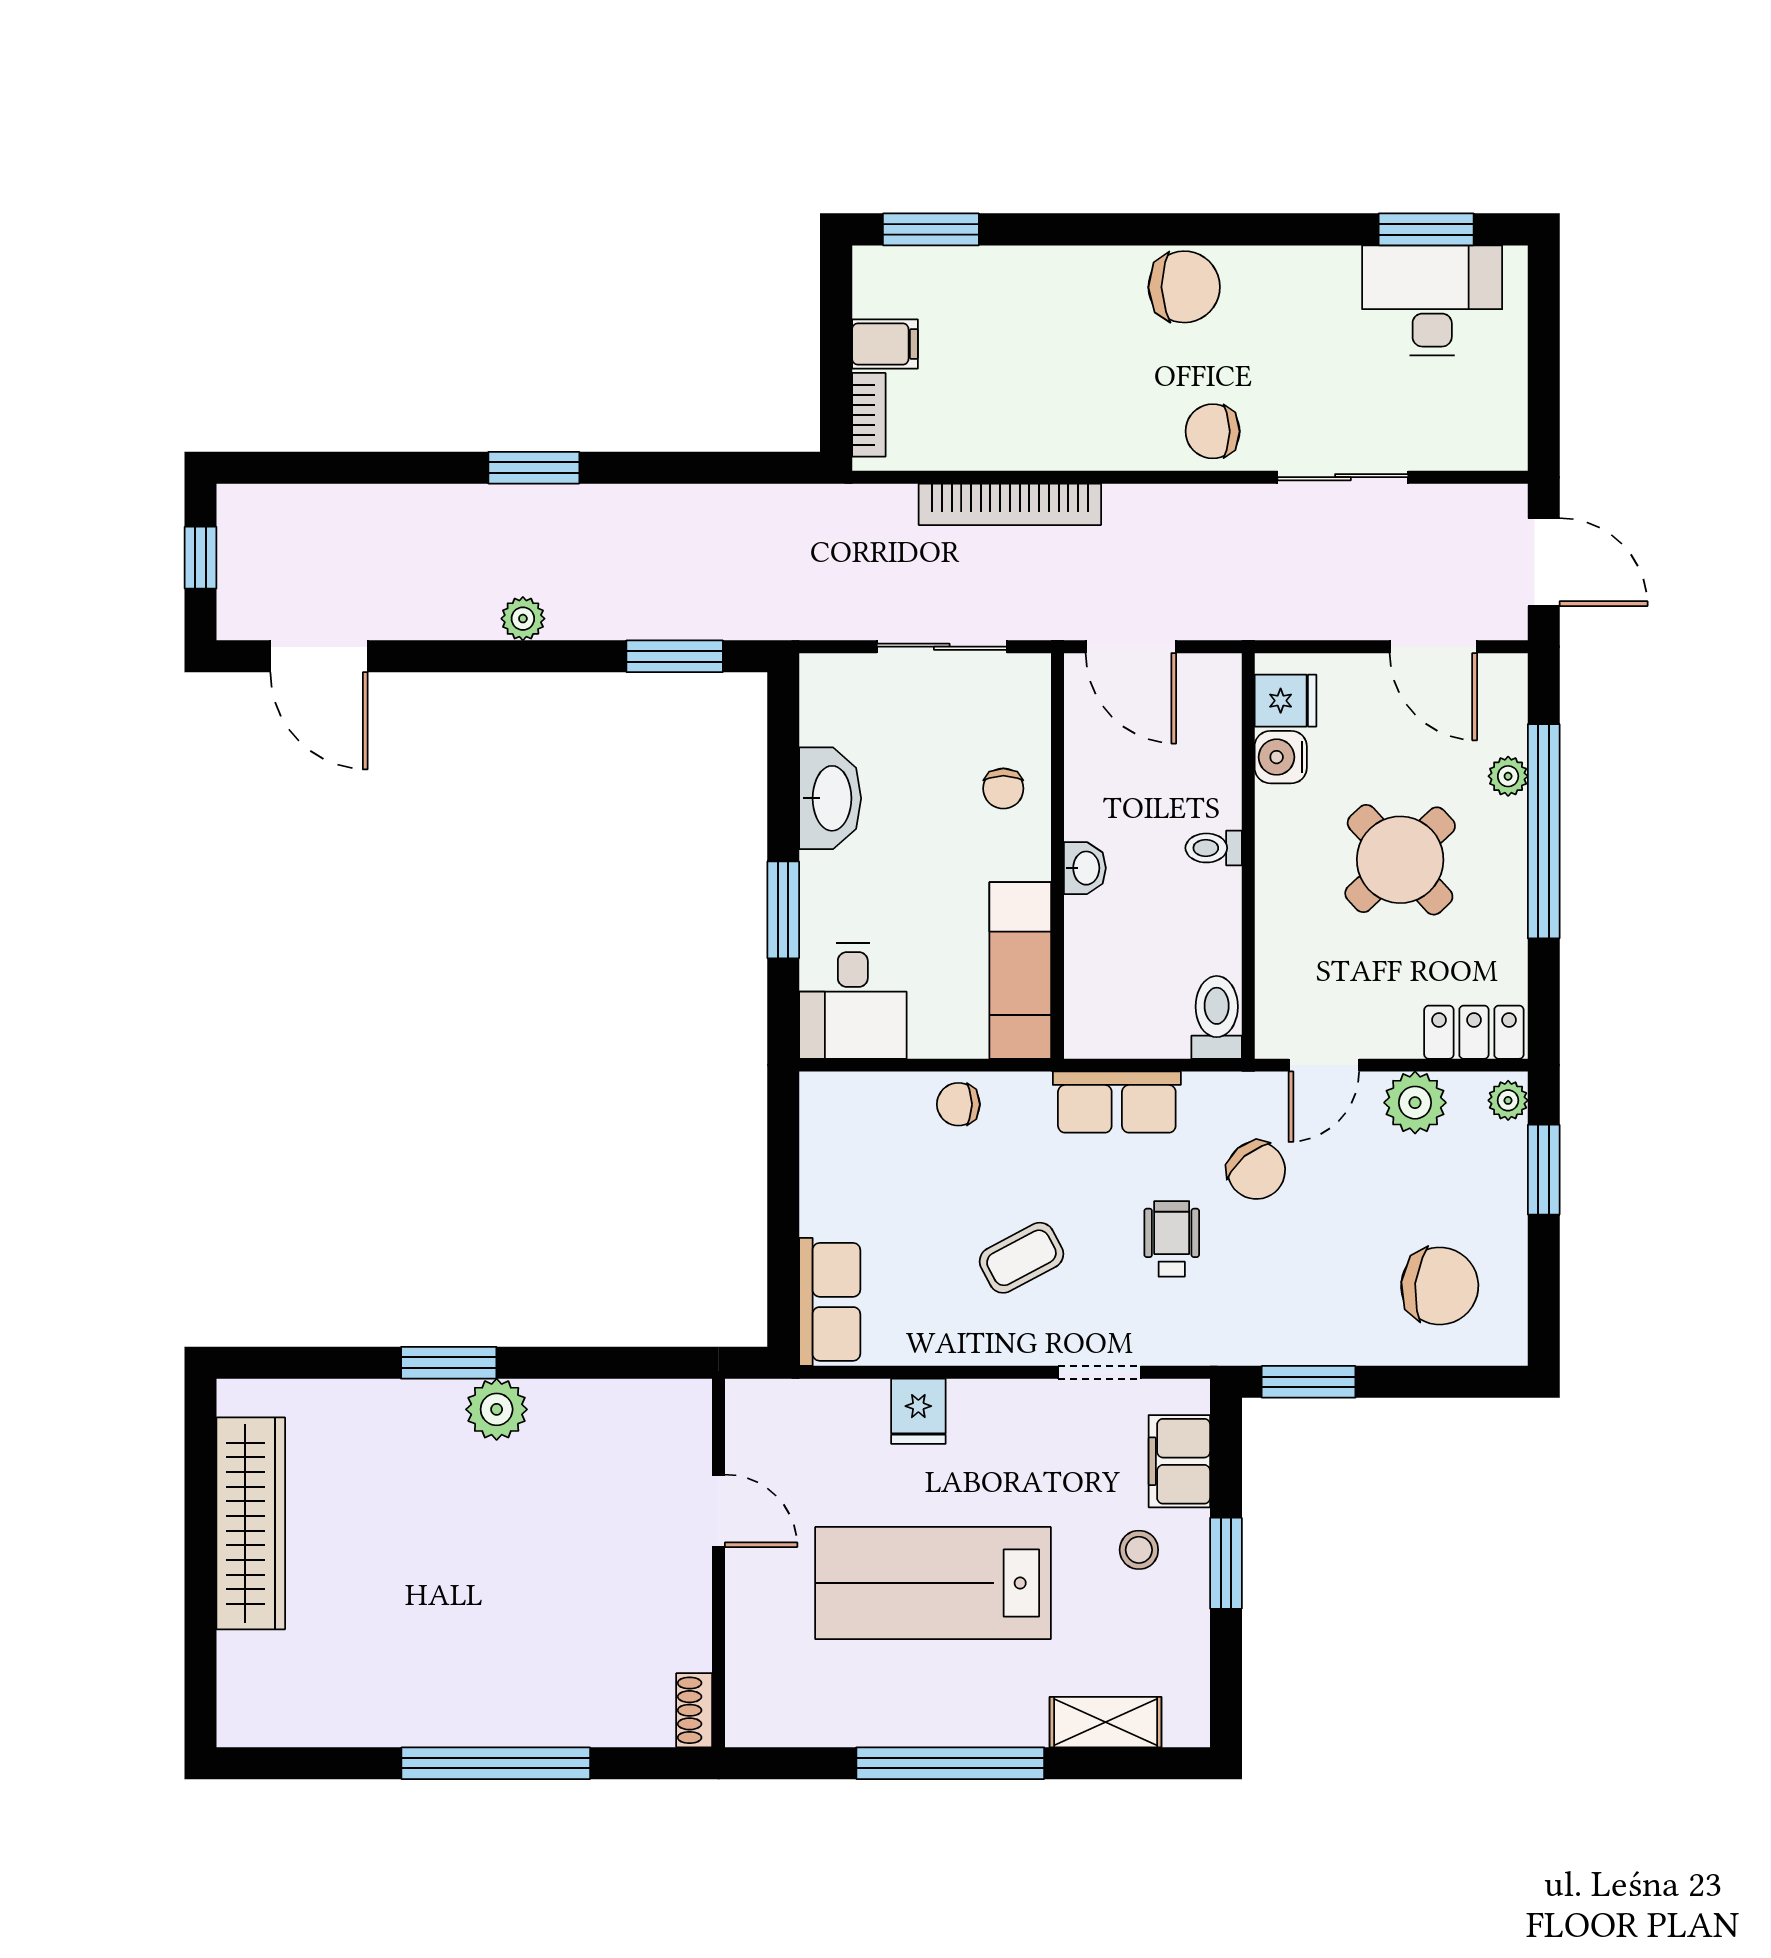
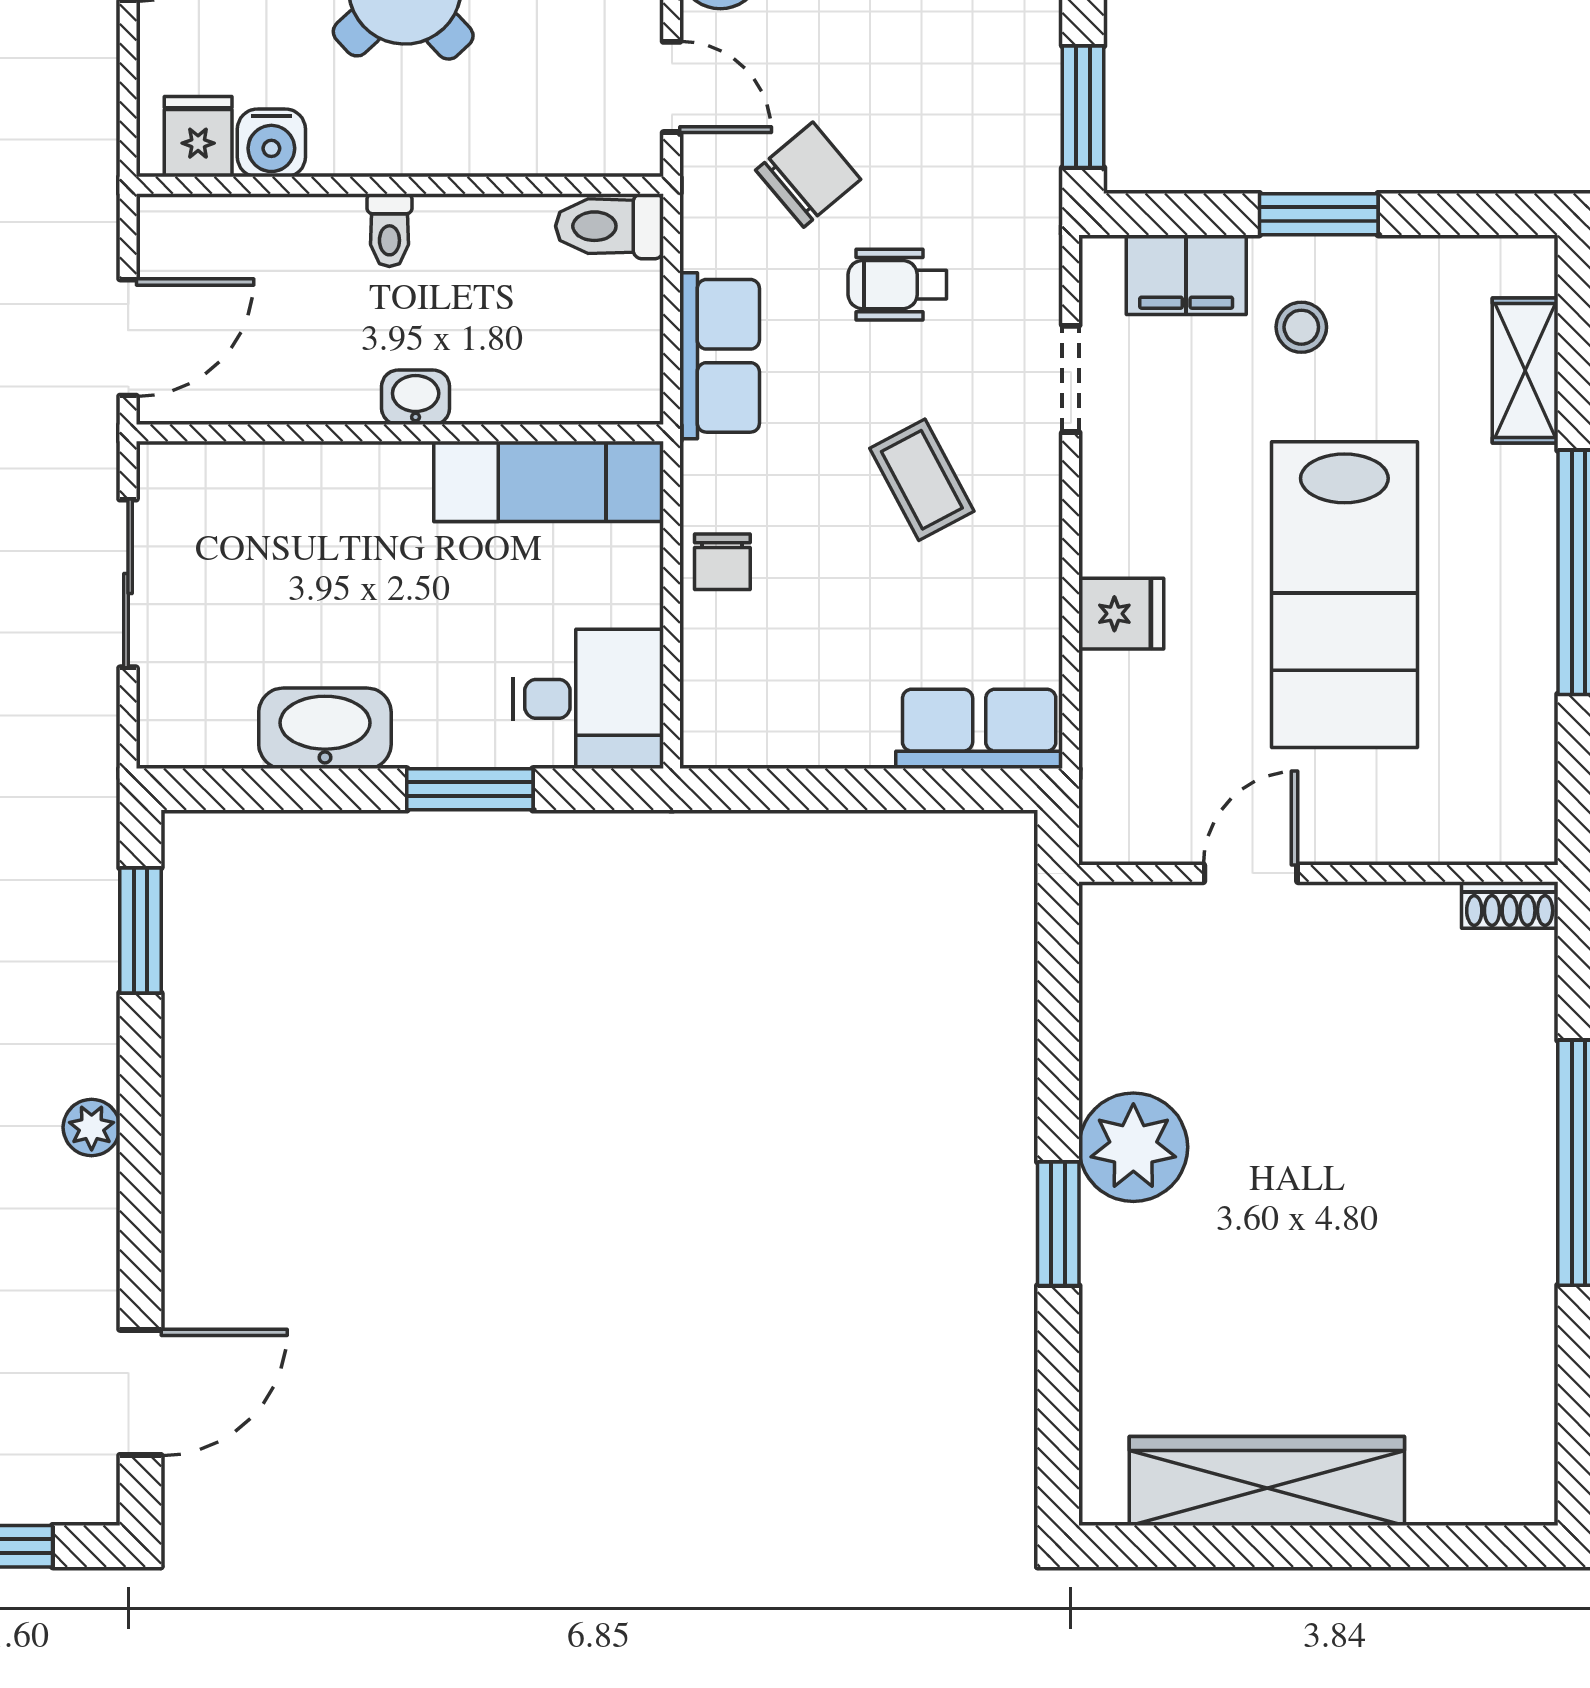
chair: (1003, 789) -> (312, 503), removed
plant: (497, 1409) -> (1133, 1147), width x1.36, depth x1.36

